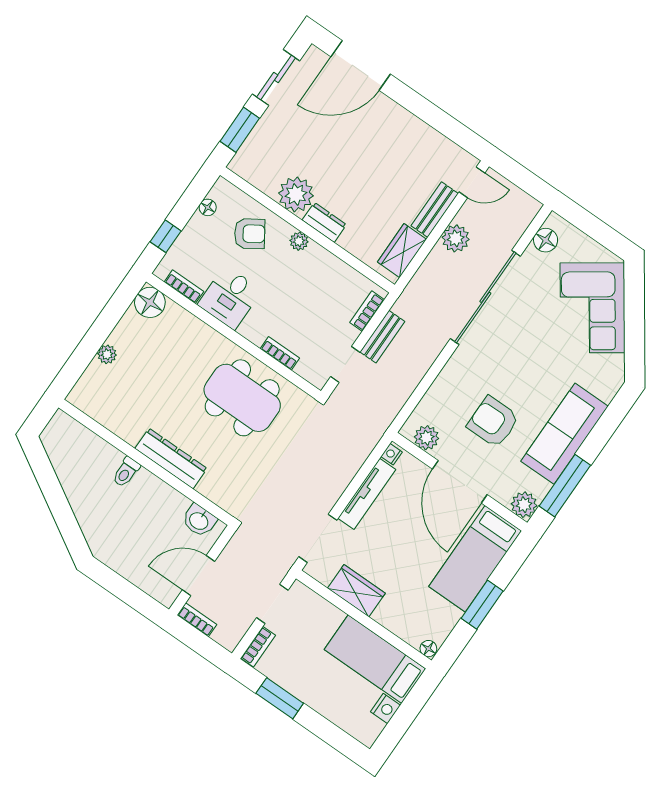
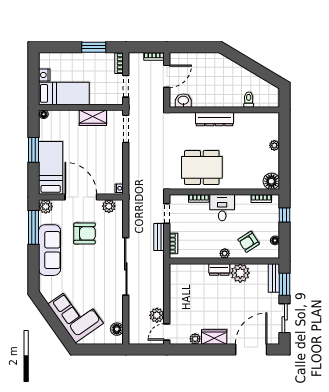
plant: (436, 141) -> (195, 339), added
bench: (435, 210) -> (274, 278), moved
plant: (456, 238) -> (157, 315), moved
wardrobe: (402, 251) -> (214, 337), moved, turned -90
sliding door: (485, 297) -> (126, 266), moved
desk: (230, 298) -> (222, 208), moved
toilet: (126, 472) -> (249, 100), moved
tv unit: (367, 494) -> (118, 163), removed

